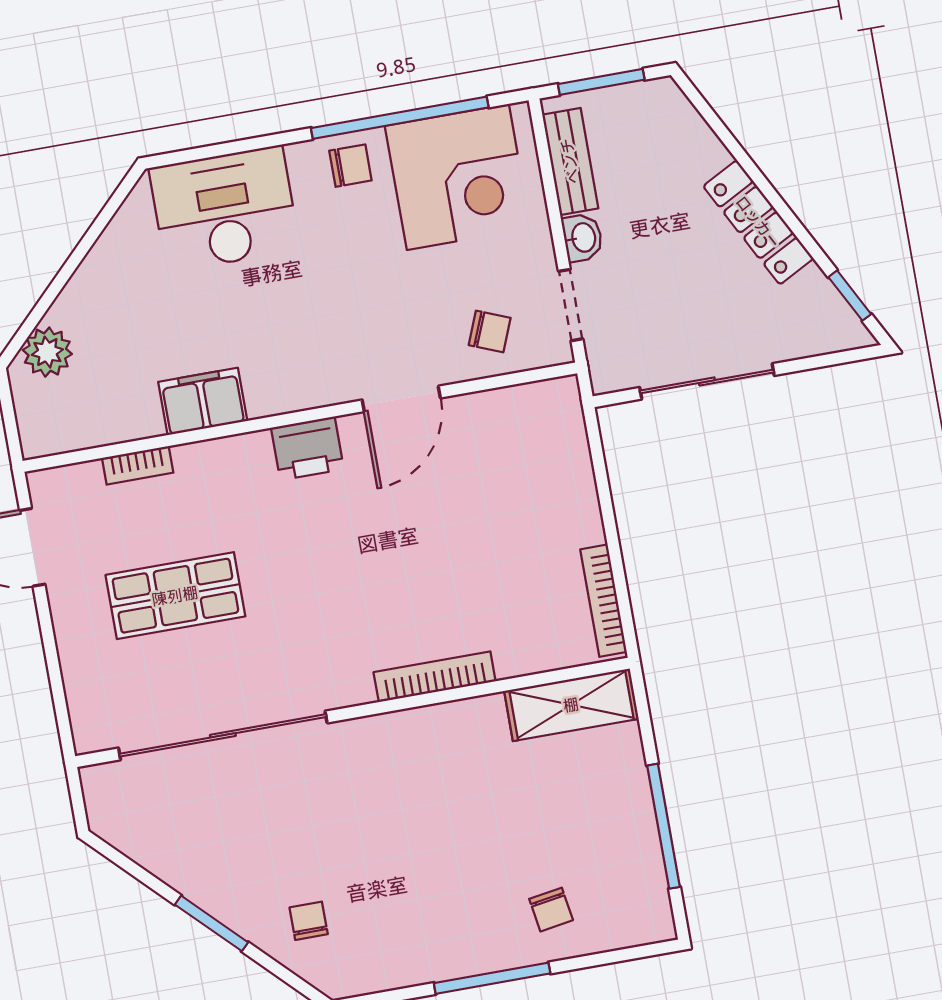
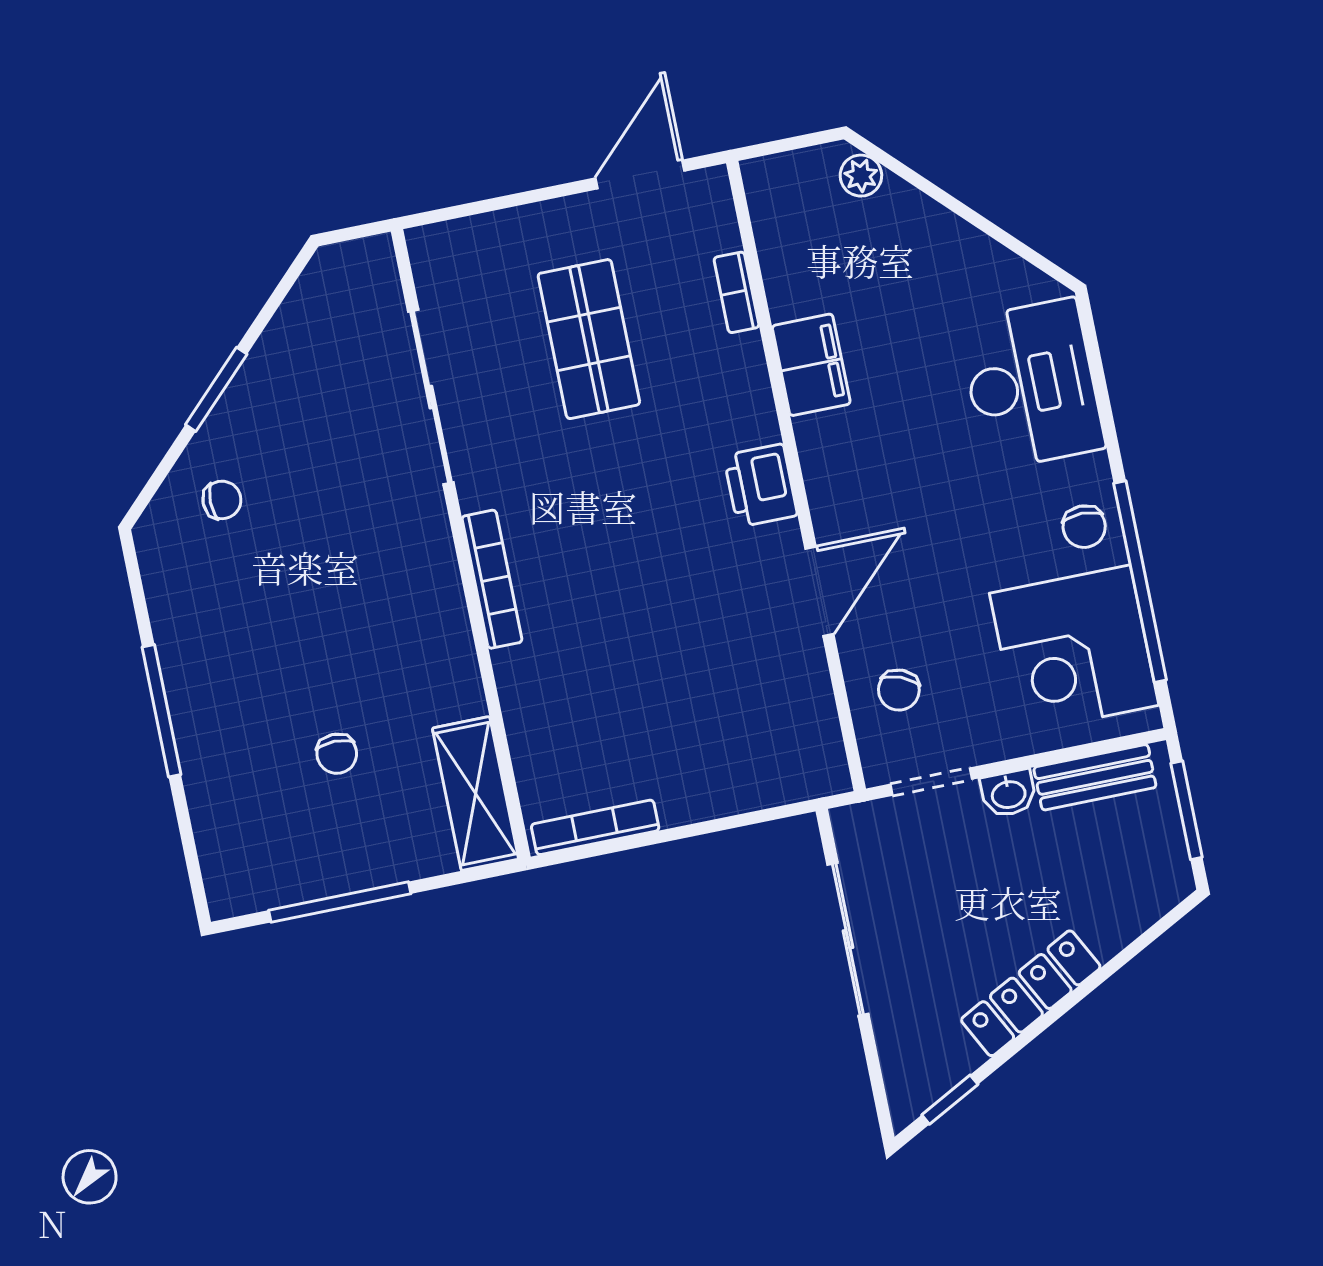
plant: (47, 352) -> (861, 176), width x0.73, depth x0.73
door: (401, 399) -> (819, 591), swing flipped
bookcase: (435, 677) -> (492, 579), moved
sliding door: (223, 735) -> (431, 397), width x0.73
chair: (551, 910) -> (337, 754), moved, turned -81

